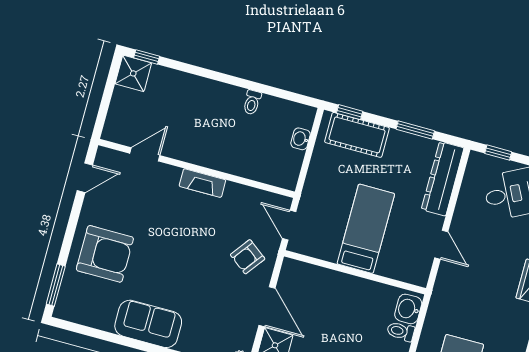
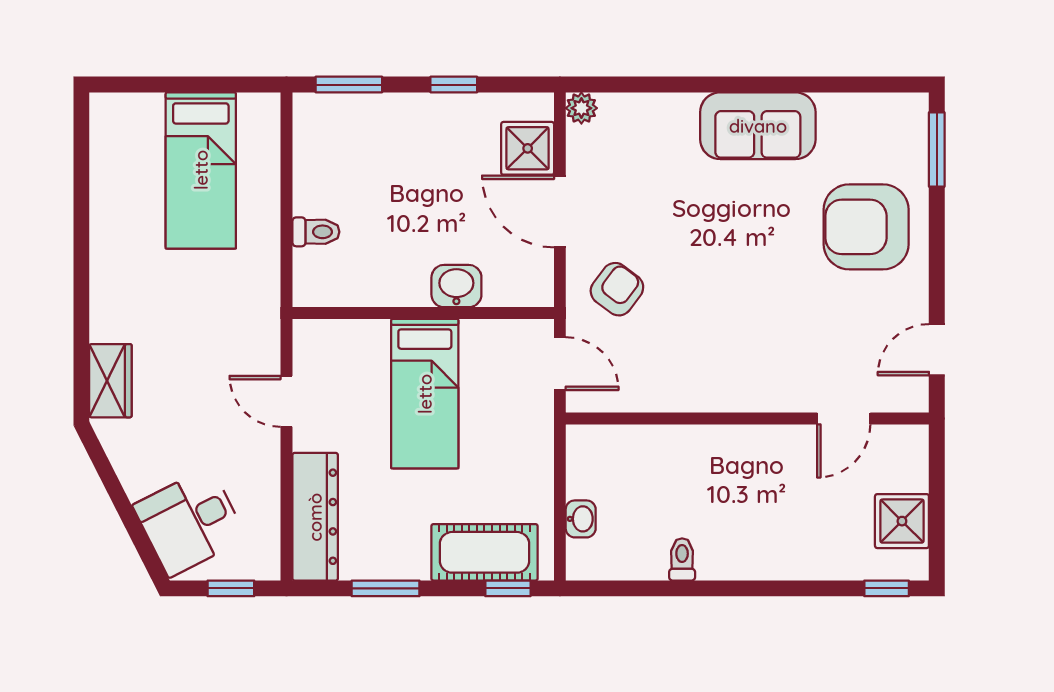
shower: (133, 73) -> (902, 521), moved
fireplace: (202, 183) -> (730, 396), removed
washbasin: (408, 309) -> (456, 286), moved, turned -90

